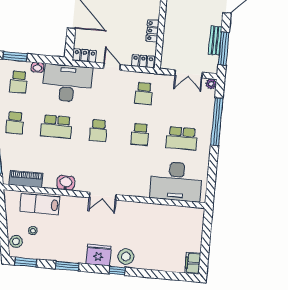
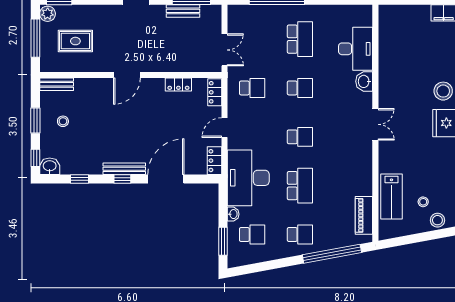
double door: (189, 74) -> (224, 50), moved
plant: (211, 84) -> (234, 11), removed
desk: (176, 181) -> (356, 49), width x0.73, depth x0.77
washbasin: (66, 183) -> (364, 81), moved

